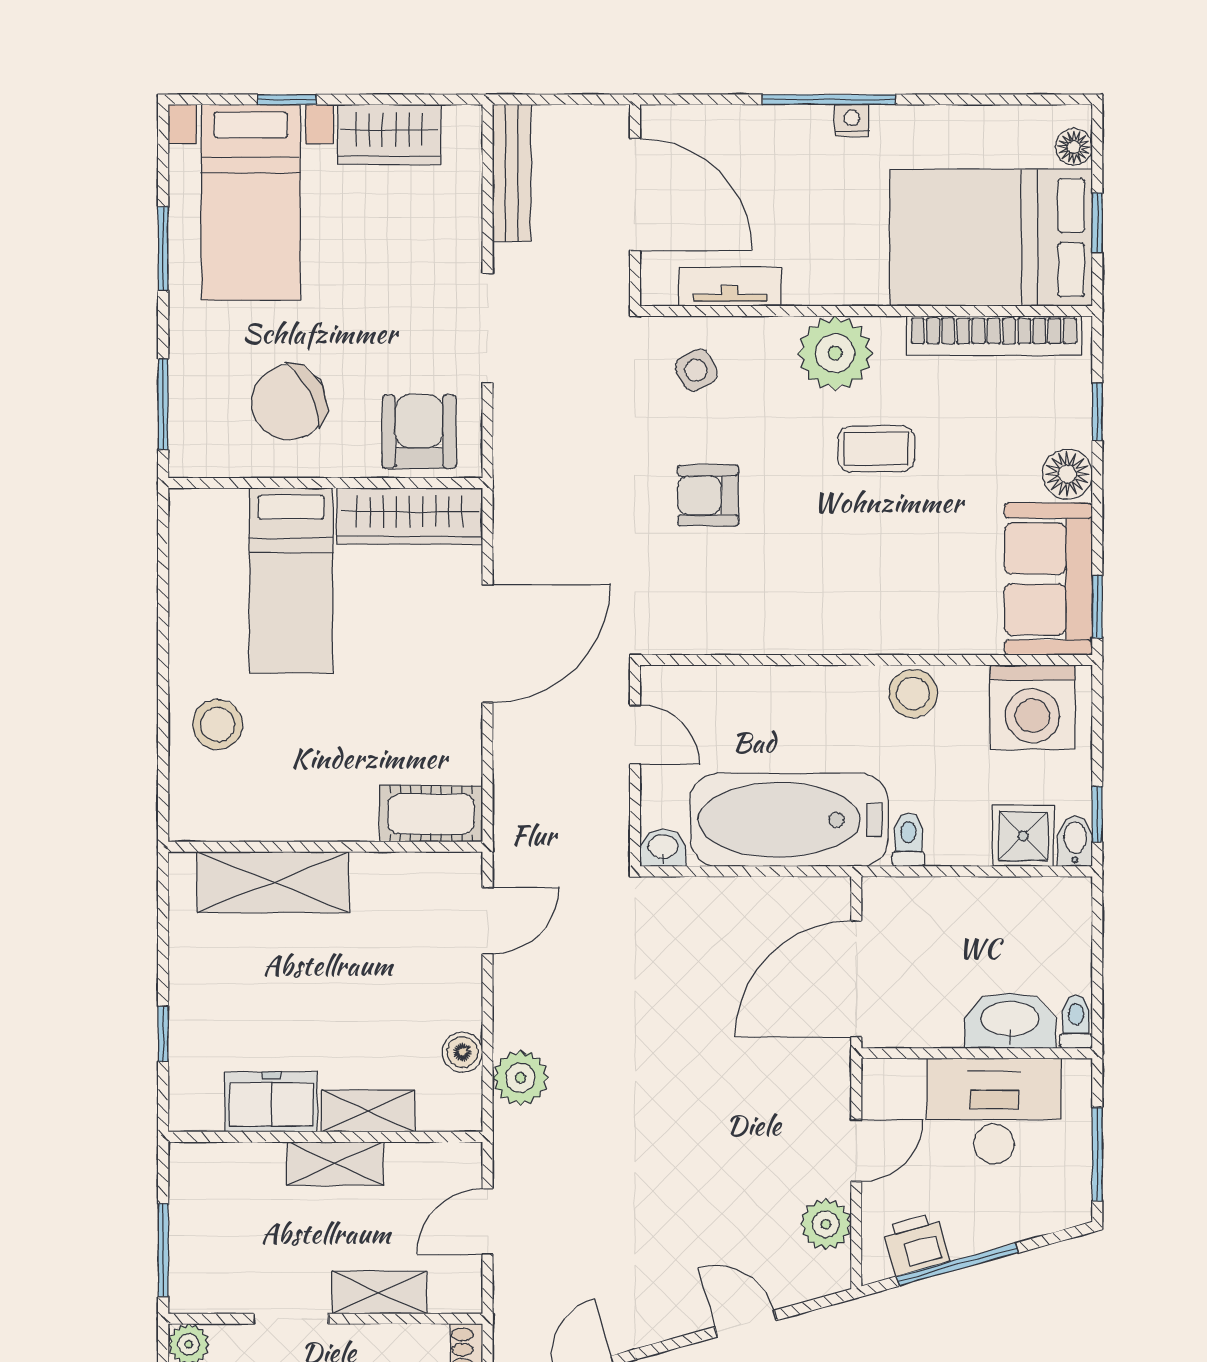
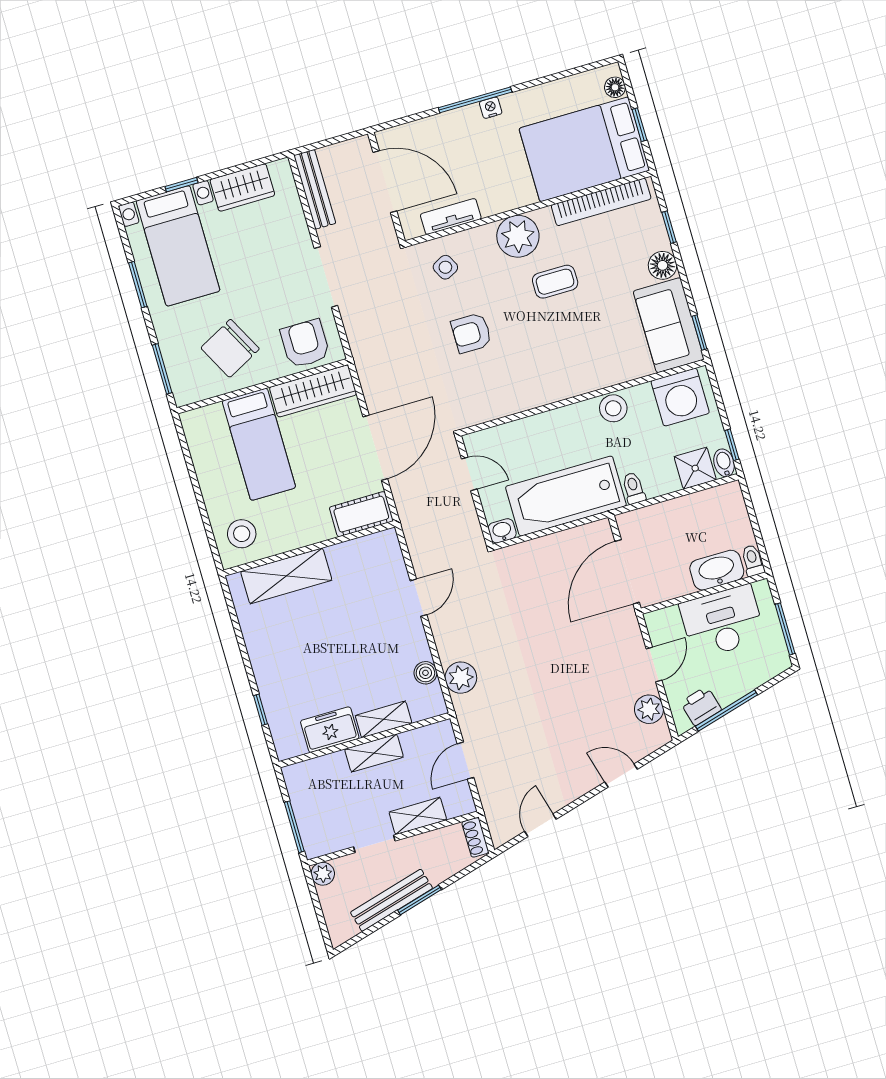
cot: (431, 814) -> (361, 514), moved
wall: (325, 847) -> (309, 548), moved
shelving: (273, 882) -> (286, 576), moved

